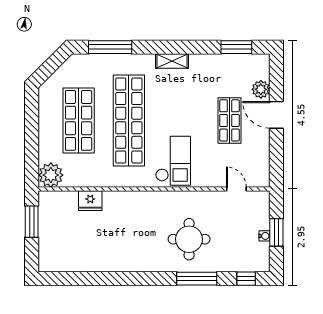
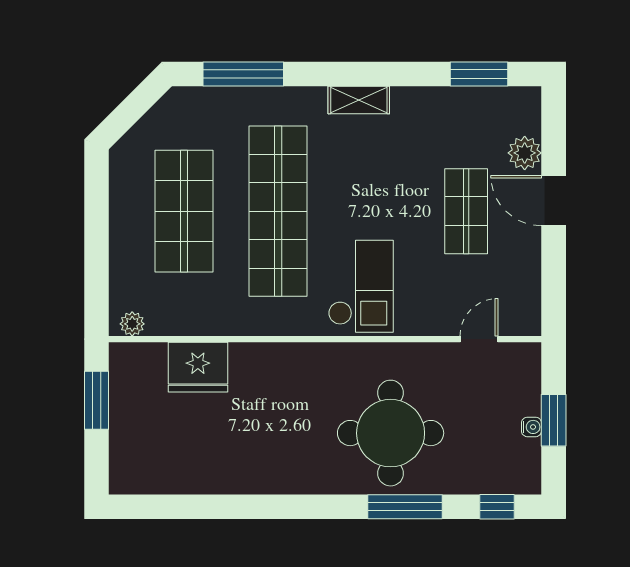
plant: (51, 175) -> (132, 324), width x0.53, depth x0.53
door: (236, 189) -> (479, 339), hinge flipped
fridge: (90, 201) -> (198, 367), width x1.36, depth x1.34
round table: (189, 239) -> (391, 433), width x1.36, depth x1.36

